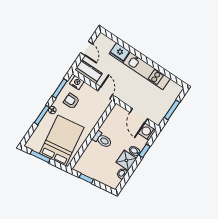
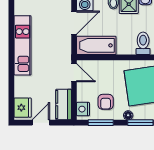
fridge: (119, 53) -> (23, 108), moved
door: (105, 93) -> (74, 73), swing flipped
bathtub: (113, 120) -> (96, 45), added
toilet: (102, 140) -> (143, 43), moved

